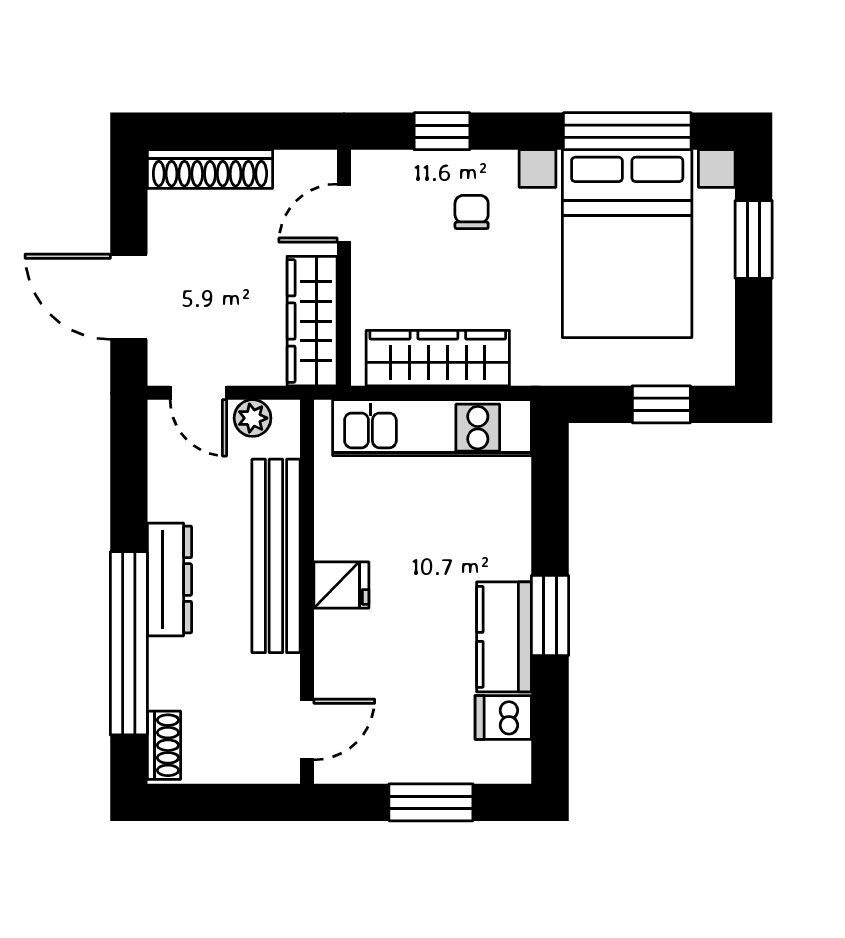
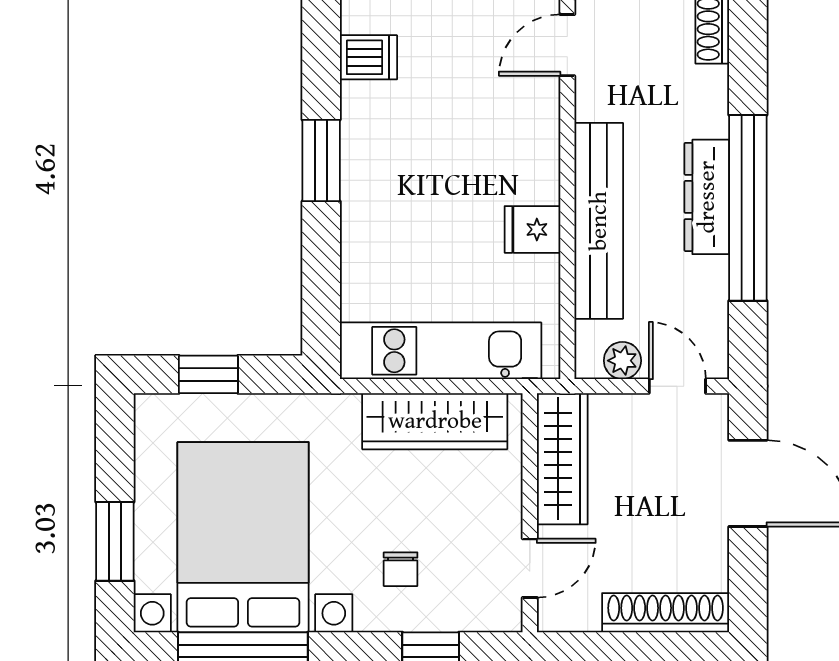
fridge: (341, 585) -> (532, 229), moved
kitchen counter: (504, 637) -> (368, 139), removed
window: (129, 643) -> (748, 208), moved

